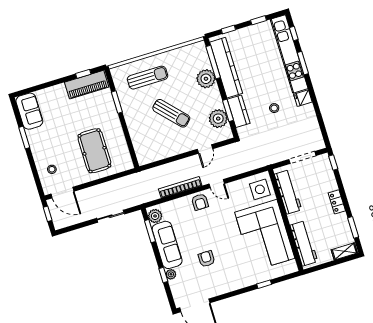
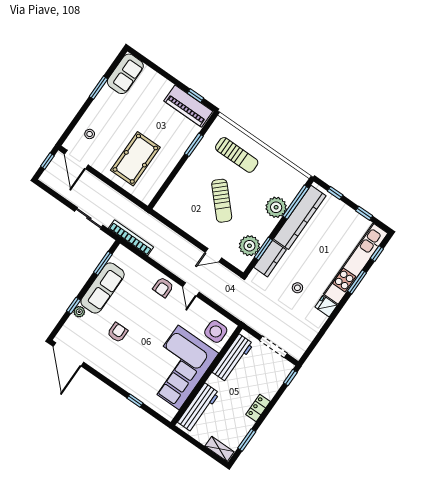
bookcase: (180, 187) -> (131, 238), moved
plant: (155, 216) -> (120, 257), removed

